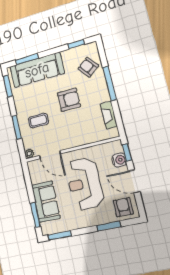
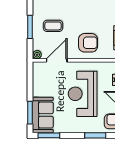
armchair: (69, 100) -> (88, 43), moved
door: (50, 155) -> (57, 60), swing flipped
sofa: (46, 202) -> (43, 115), moved

